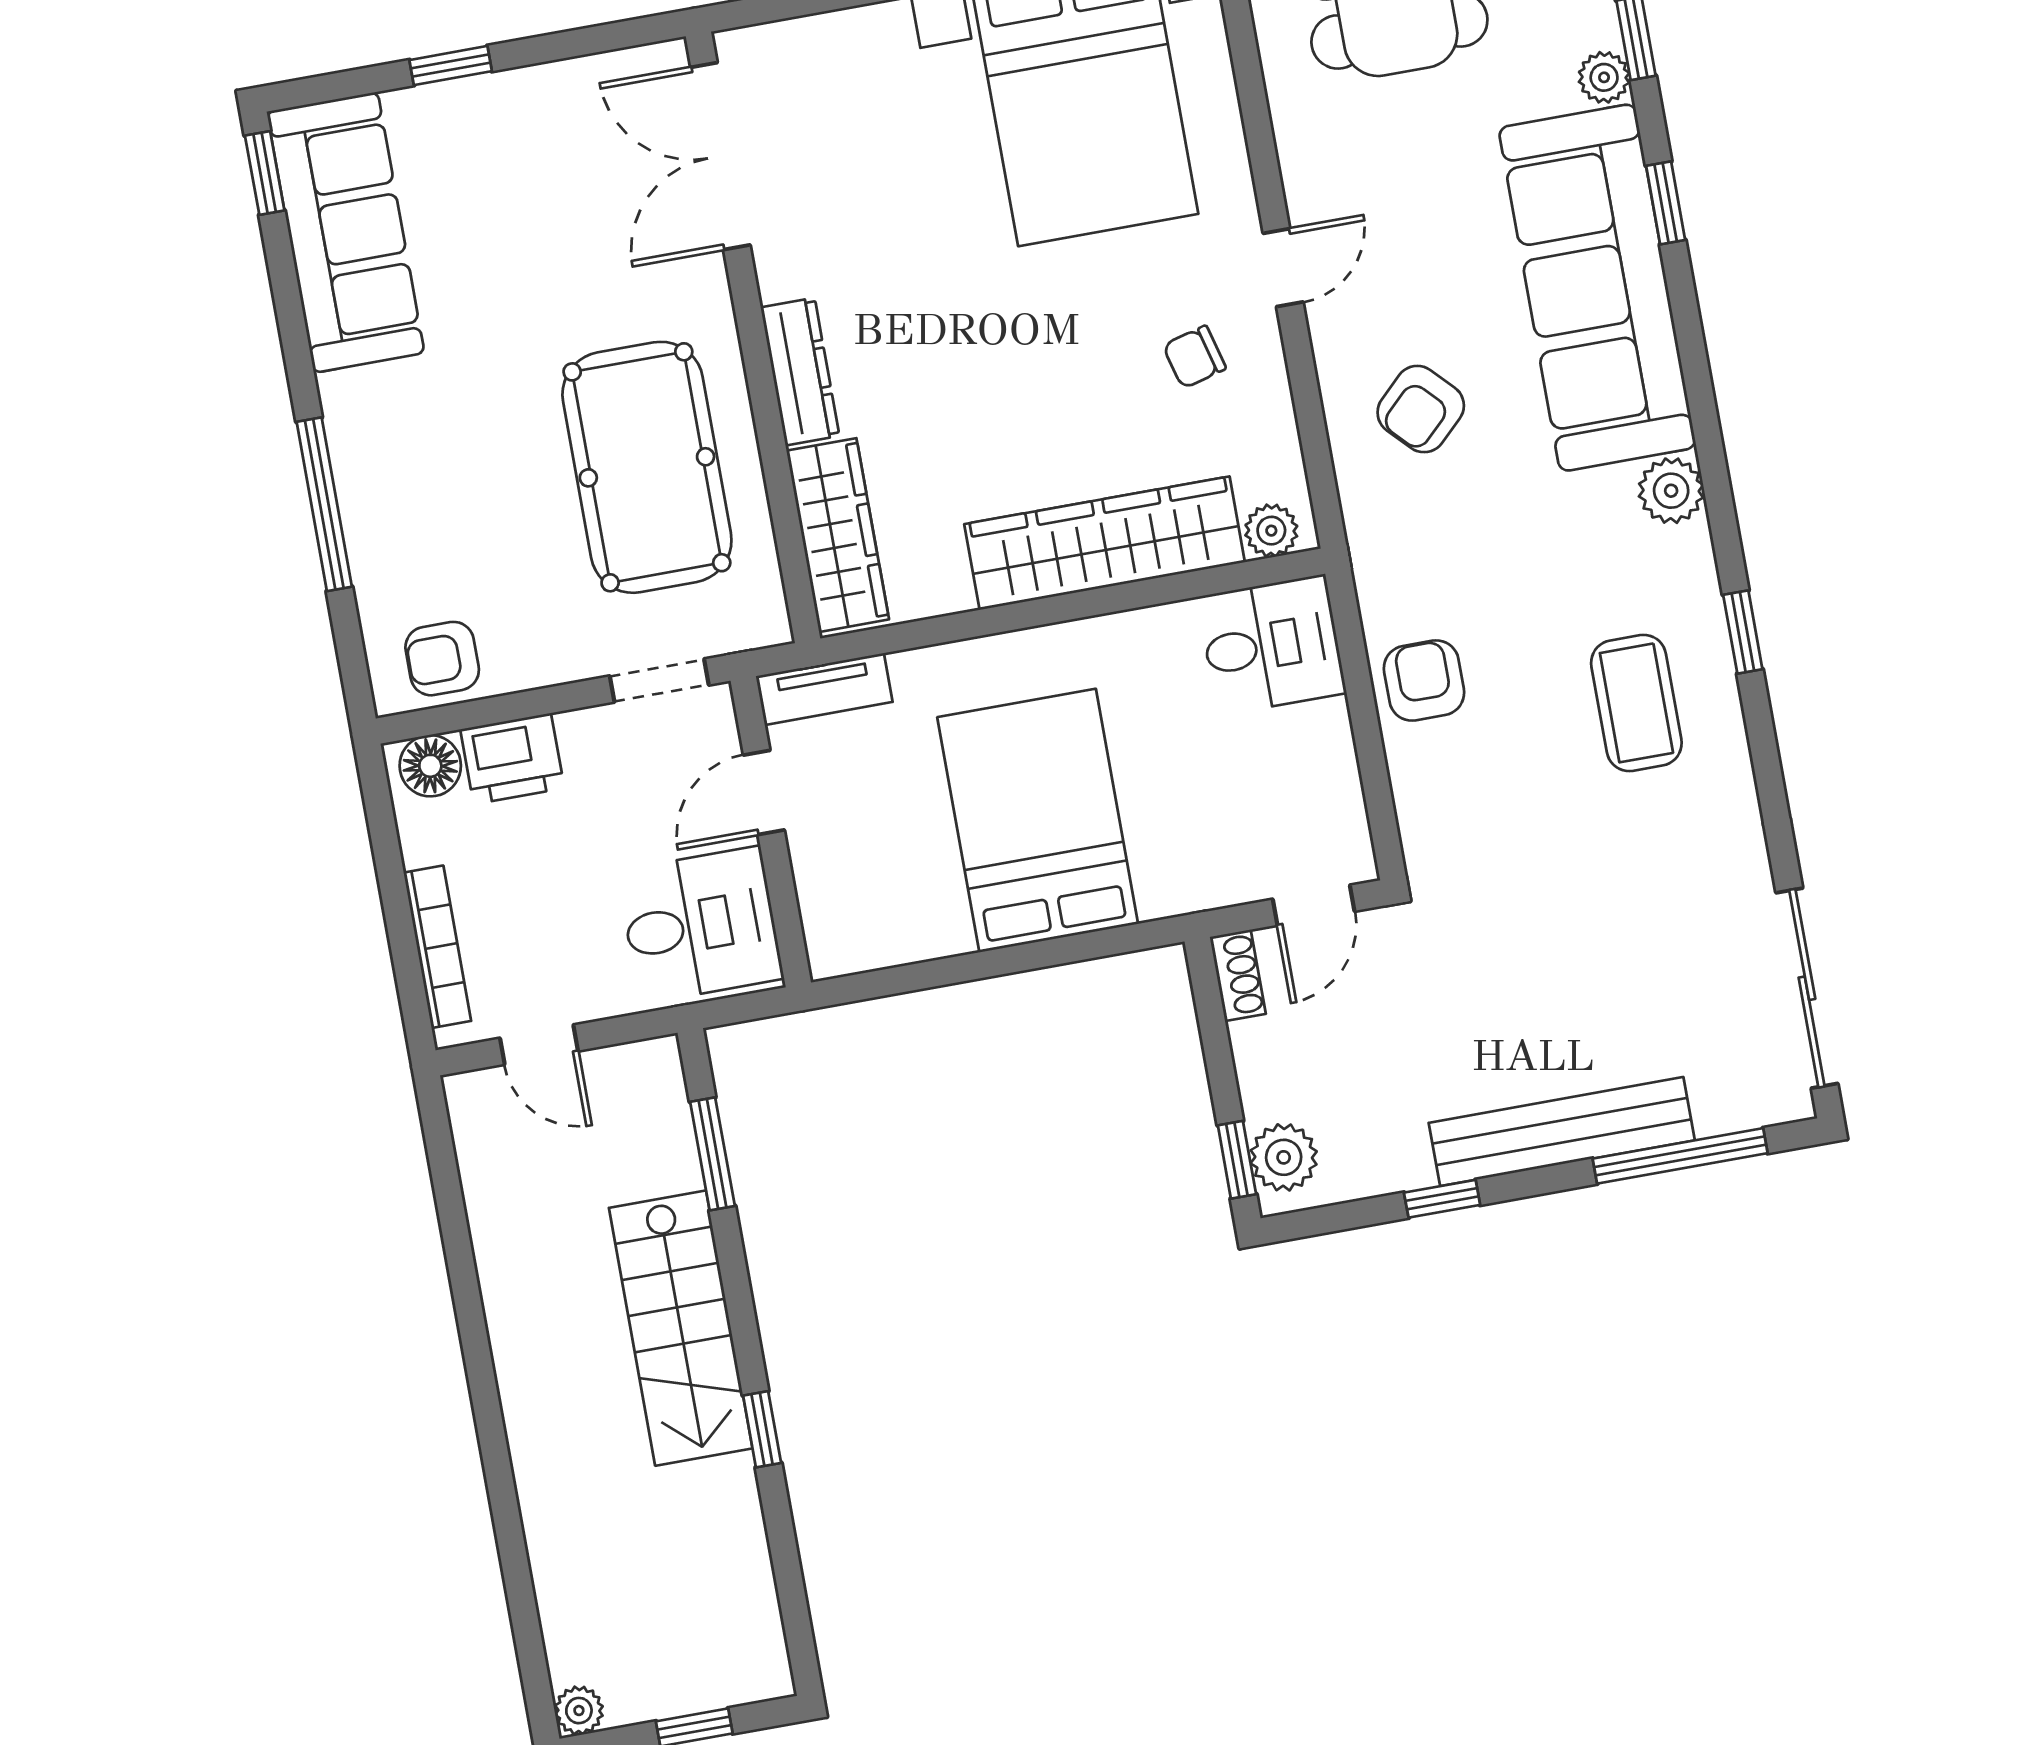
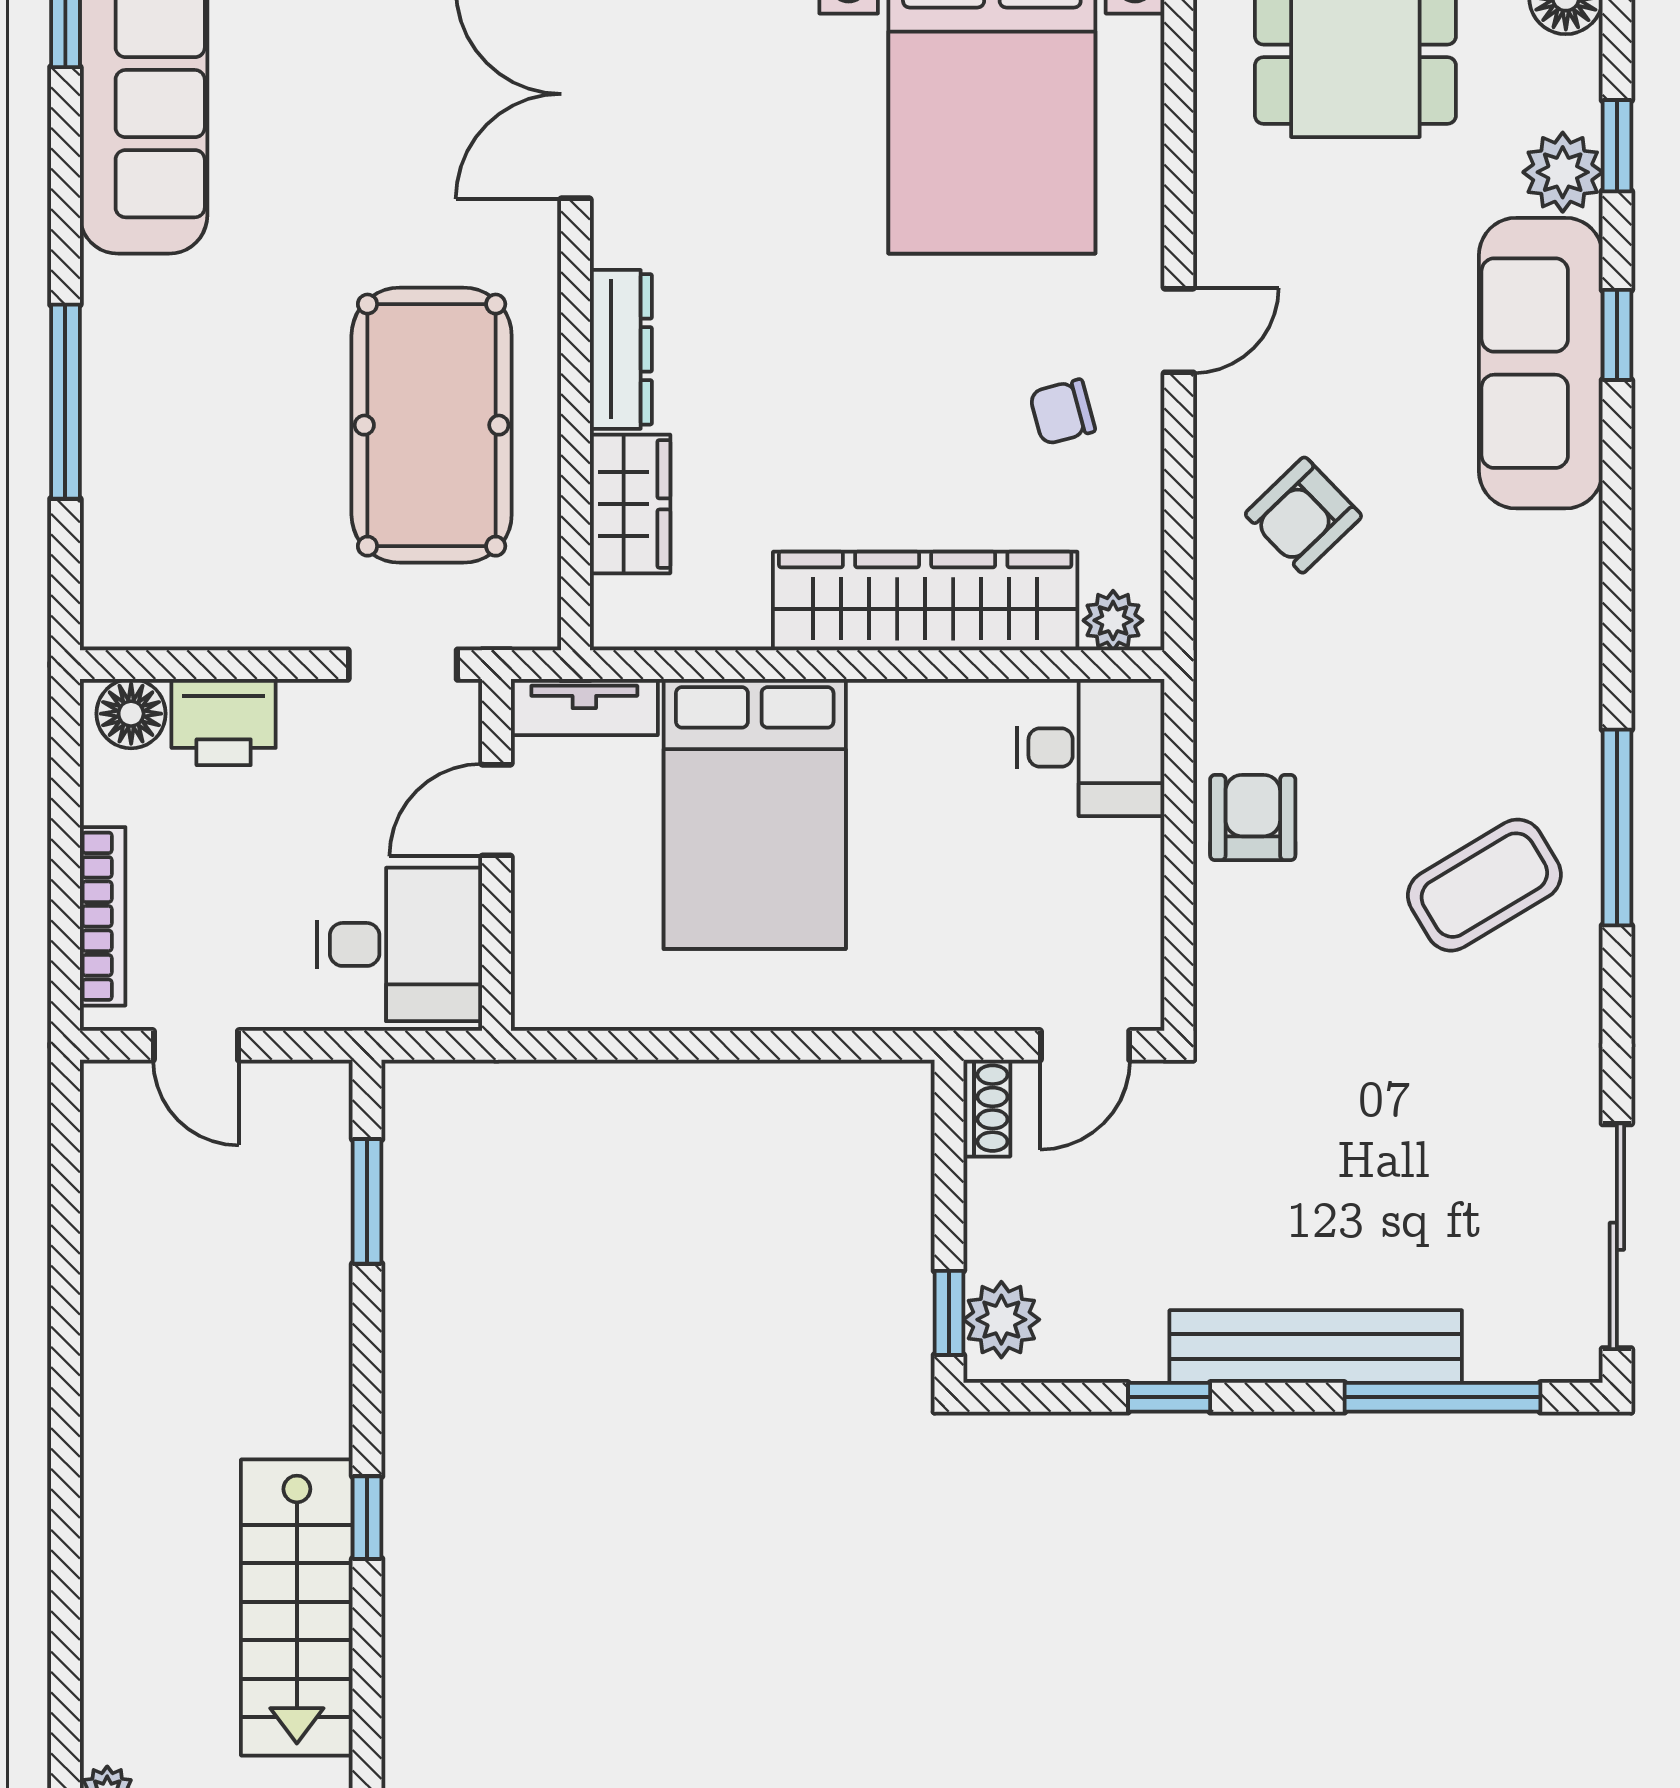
plant: (1604, 77) -> (1563, 172), width x1.38, depth x1.38
sofa: (1597, 288) -> (1541, 363), width x0.74, depth x0.79
plant: (1671, 491) -> (1566, 656), removed
wardrobe: (838, 535) -> (630, 504), width x0.67
window: (1743, 632) -> (1617, 827), width x2.17
armchair: (442, 659) -> (166, 597), removed
coffee table: (1636, 703) -> (1484, 885), turned 59
bed: (1038, 821) -> (755, 814), moved, turned 180
stairs: (681, 1328) -> (297, 1607), moved

